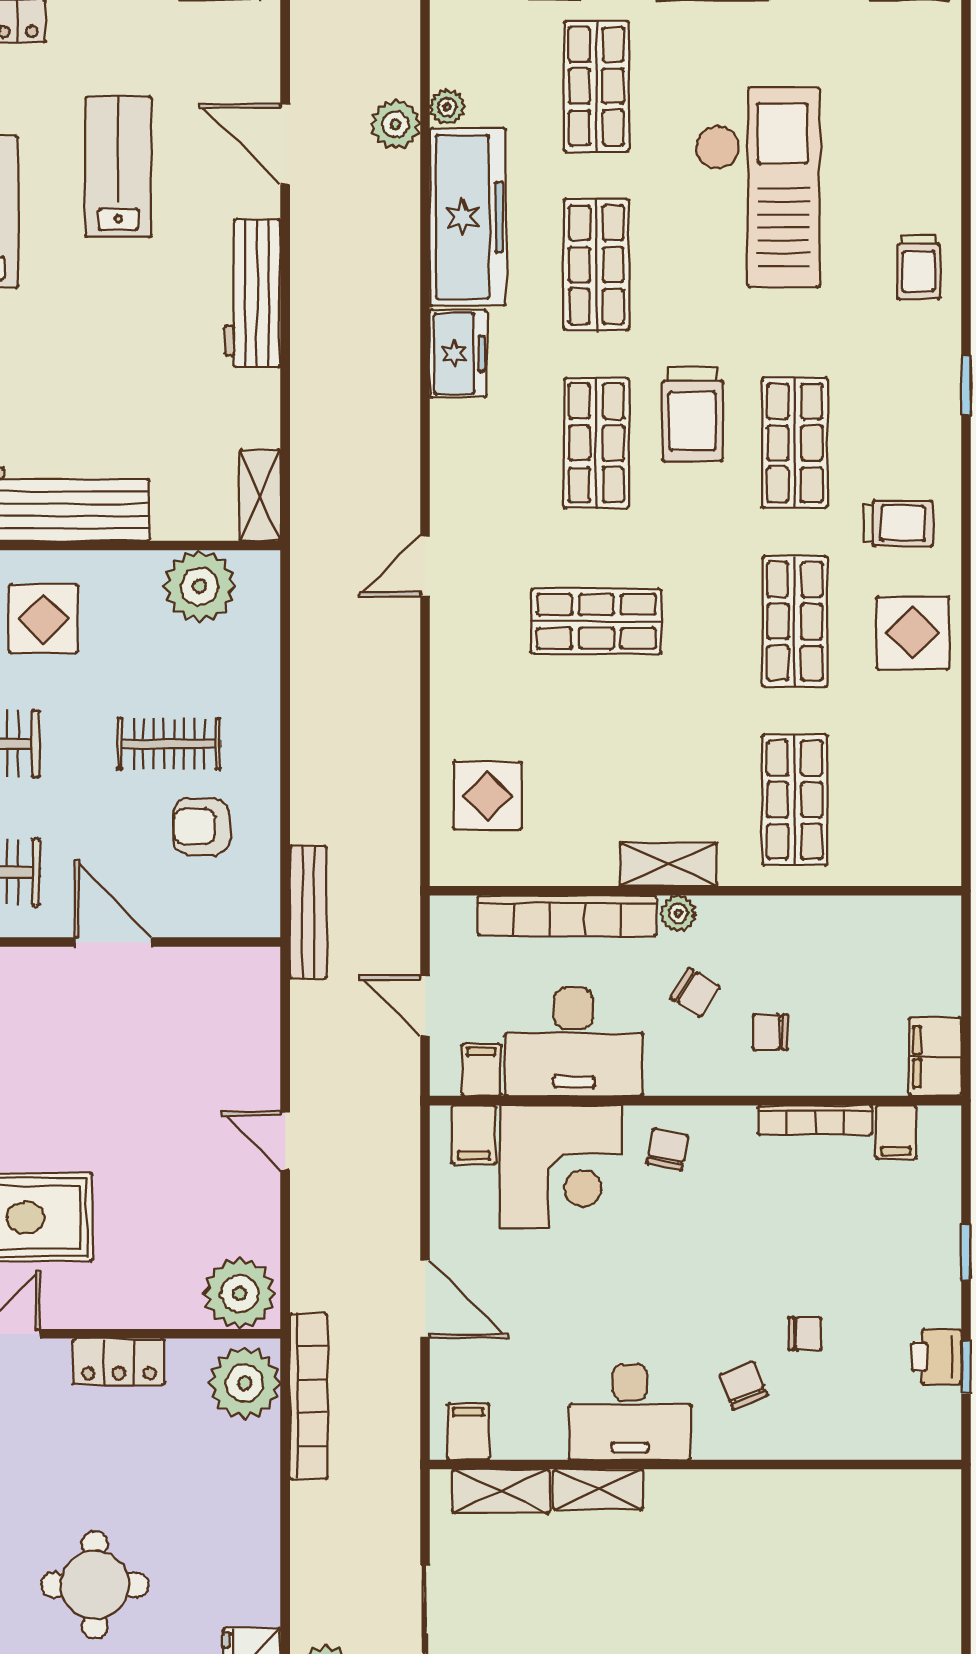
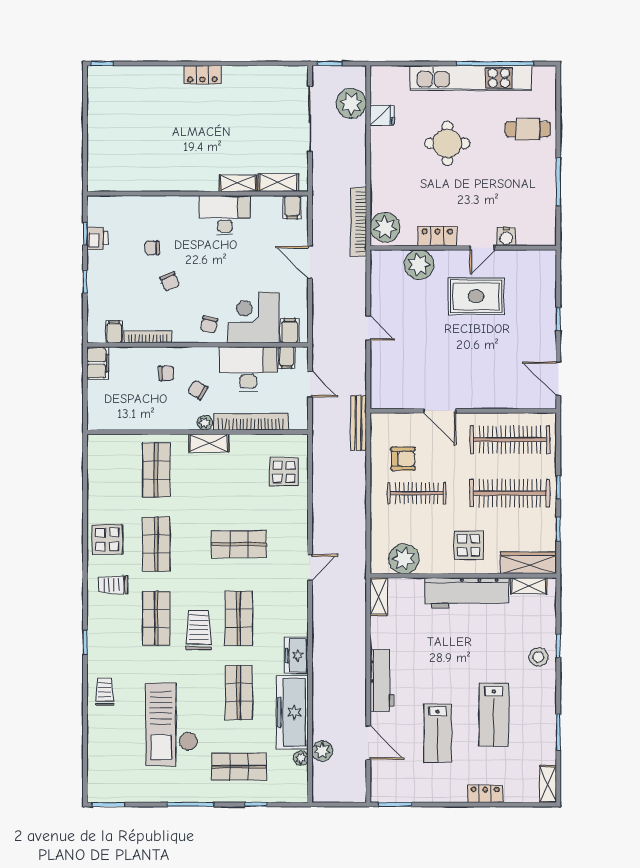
shop shelf: (596, 86) -> (239, 767), turned 90
clothes rail: (169, 744) -> (417, 493), width x1.36
plant: (239, 1294) -> (419, 265), moved
chair: (743, 1385) -> (170, 281), moved

